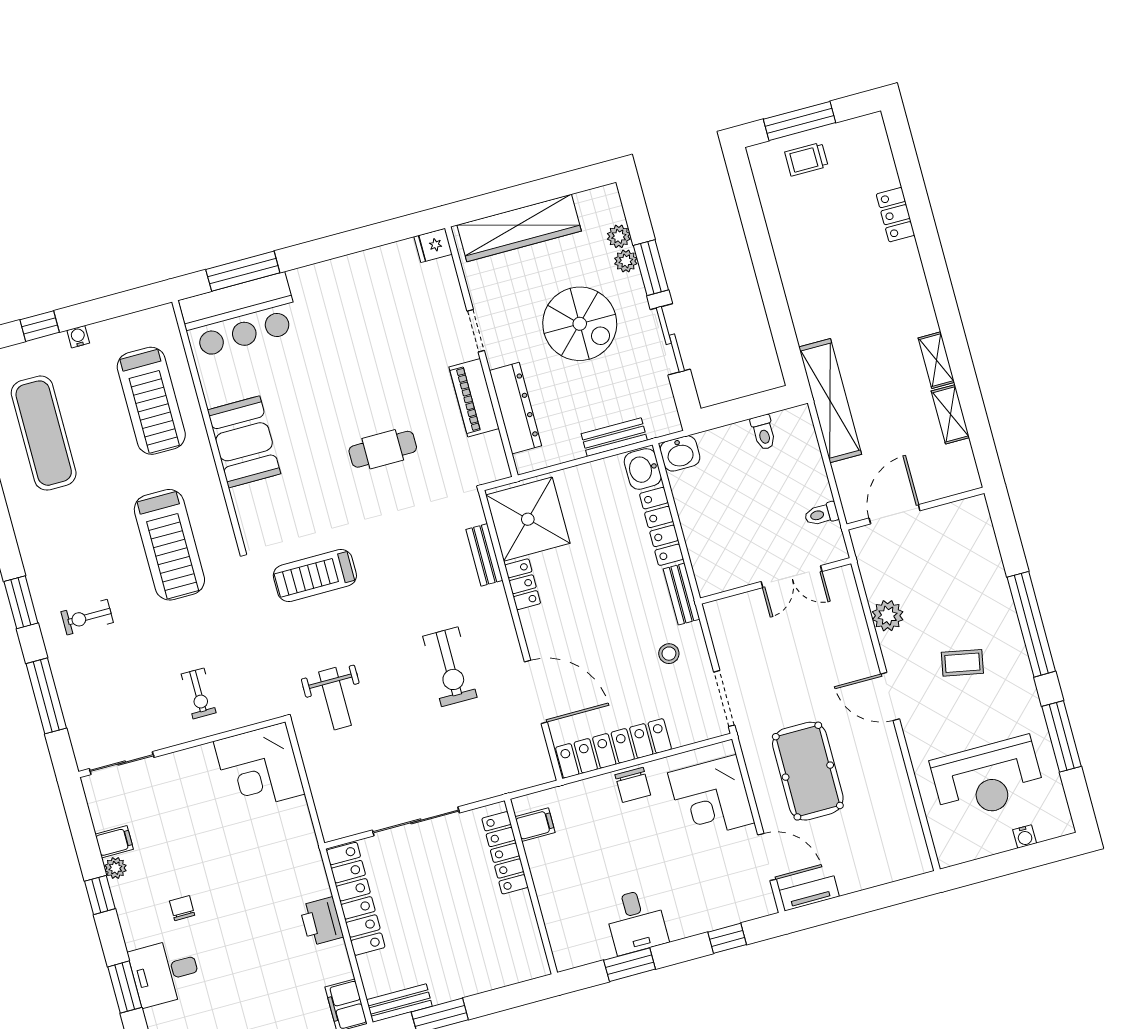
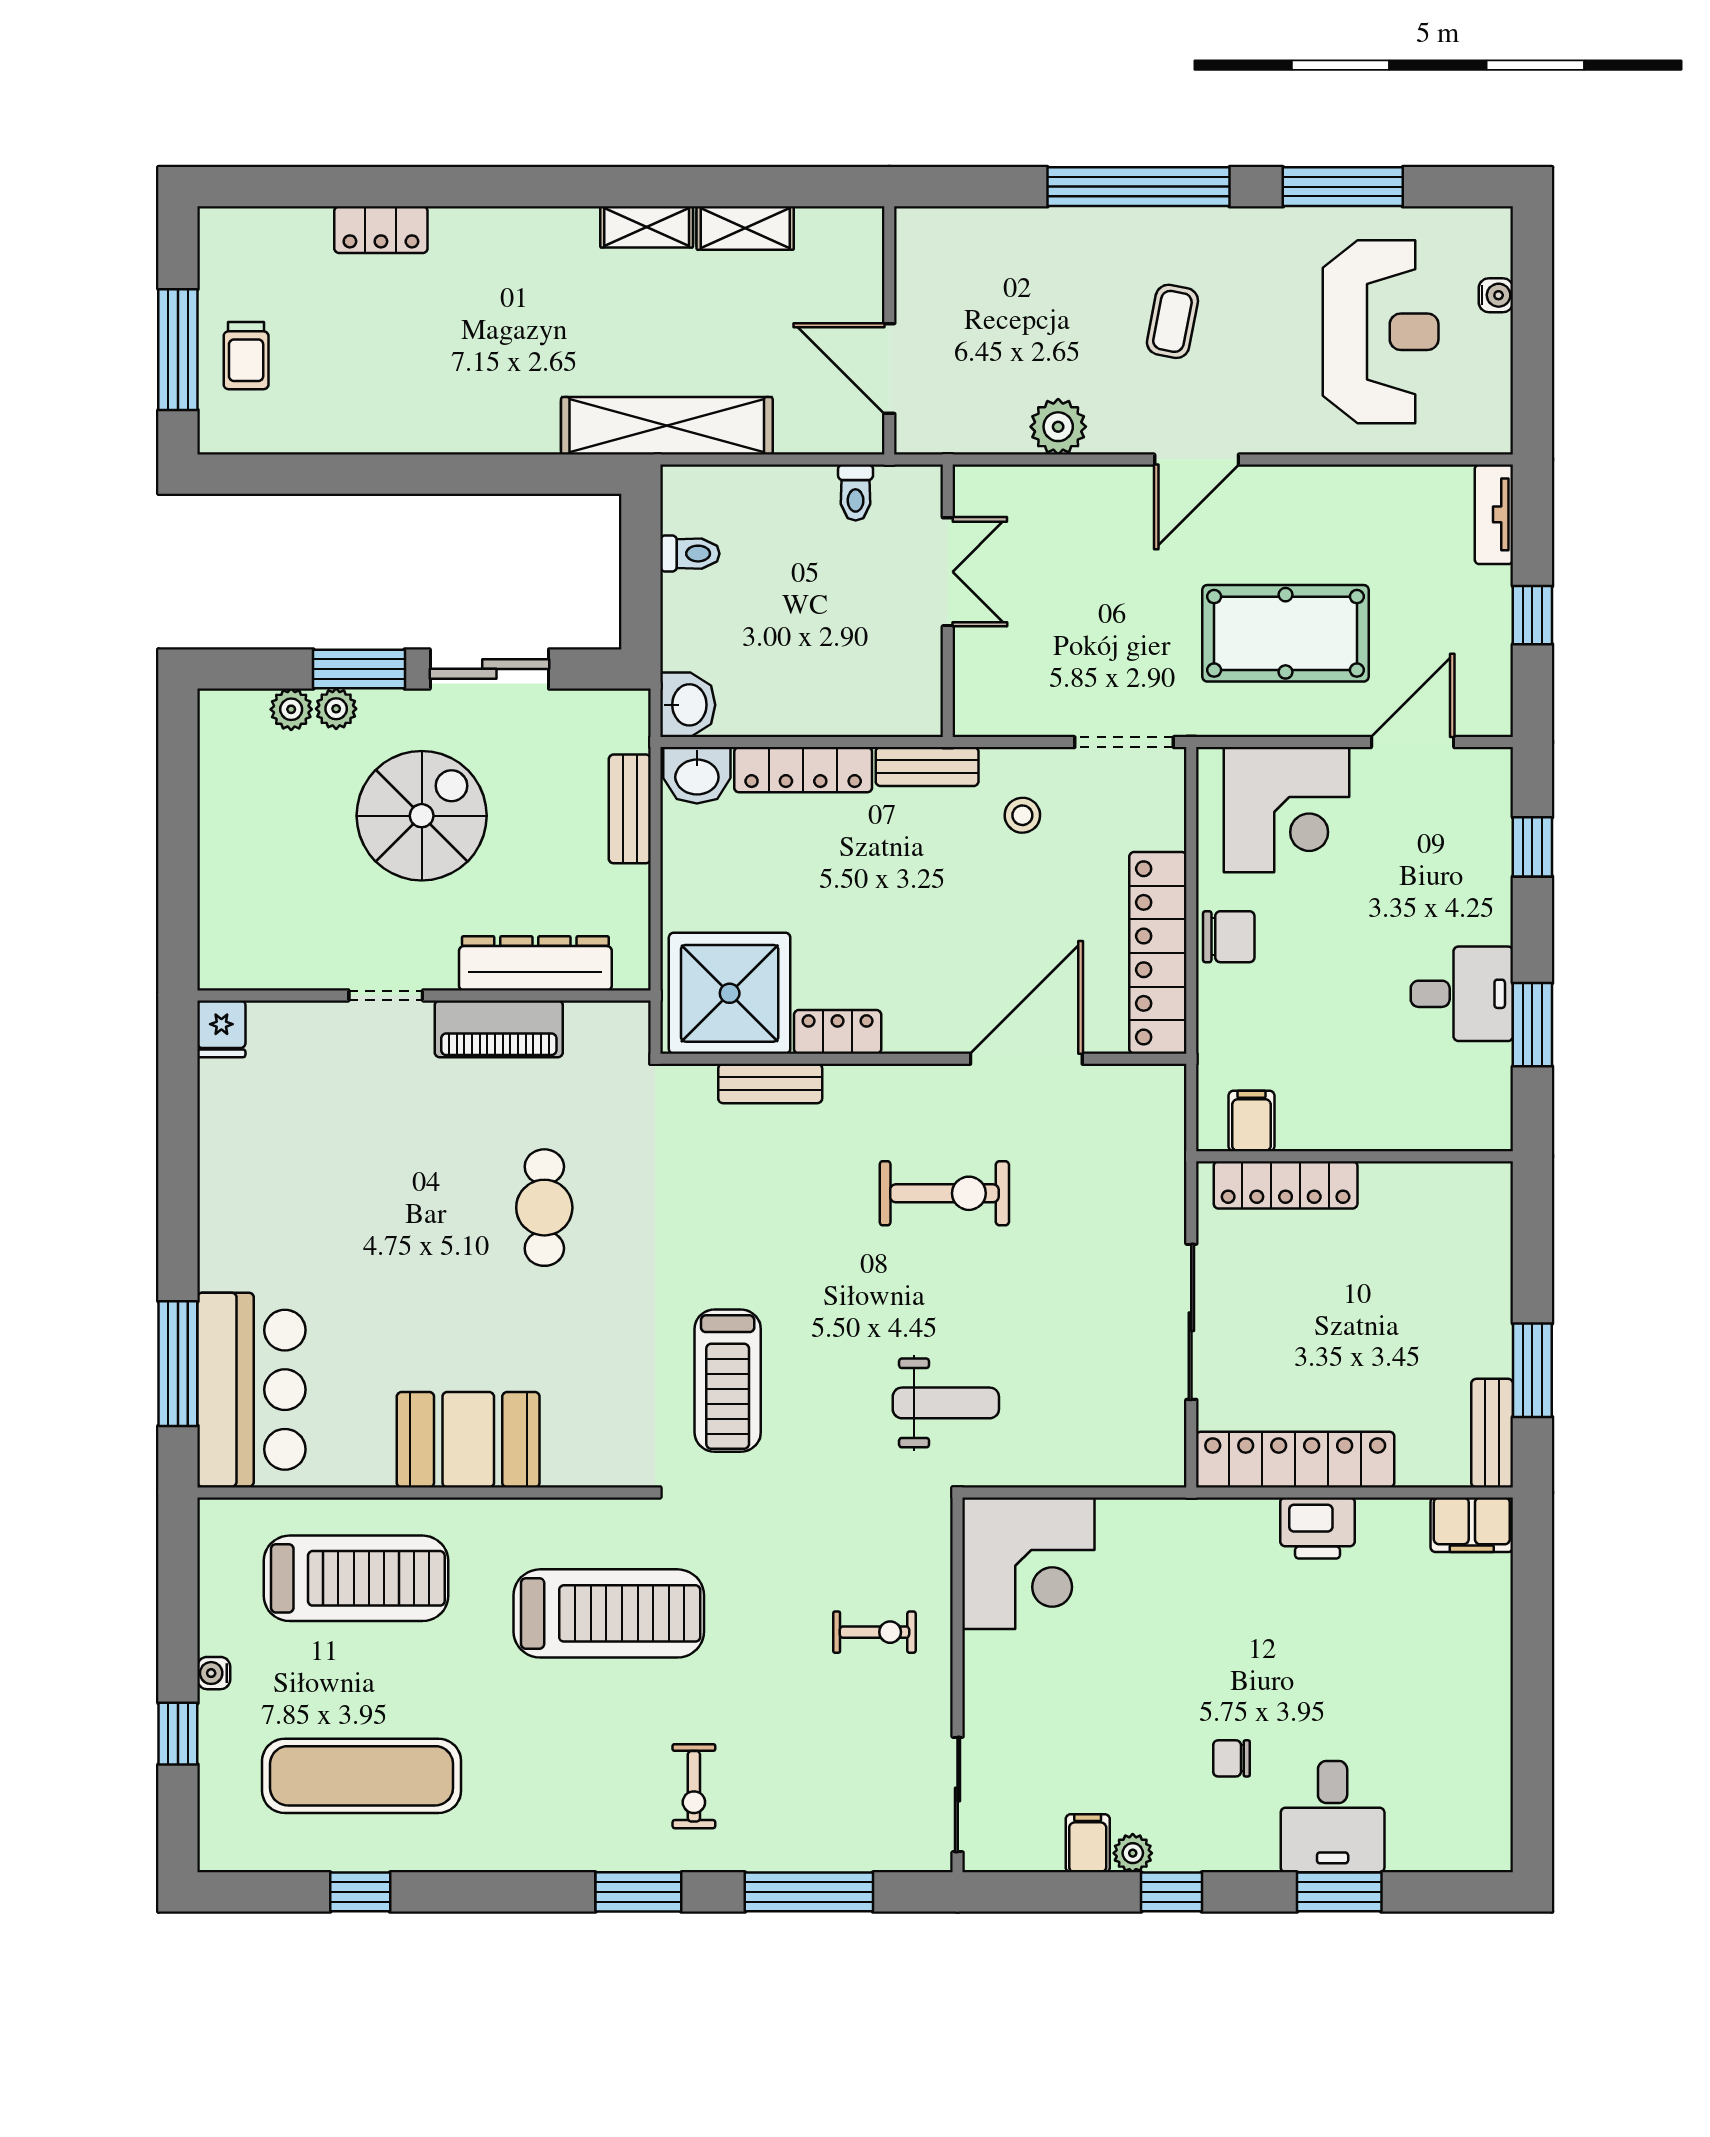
wardrobe: (519, 228) -> (231, 875), removed
tv unit: (809, 893) -> (1494, 514), moved
window: (854, 904) -> (1532, 615), added

